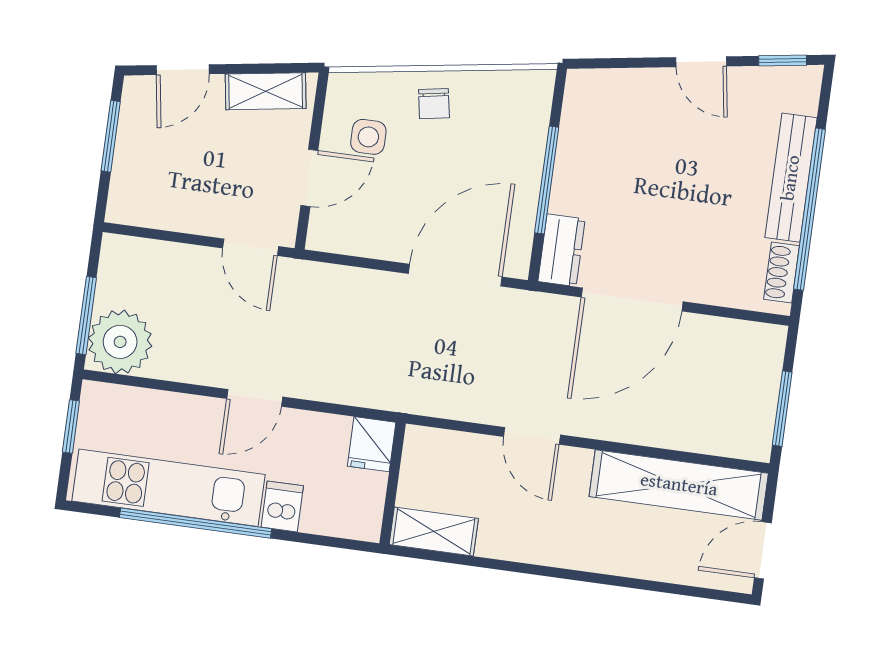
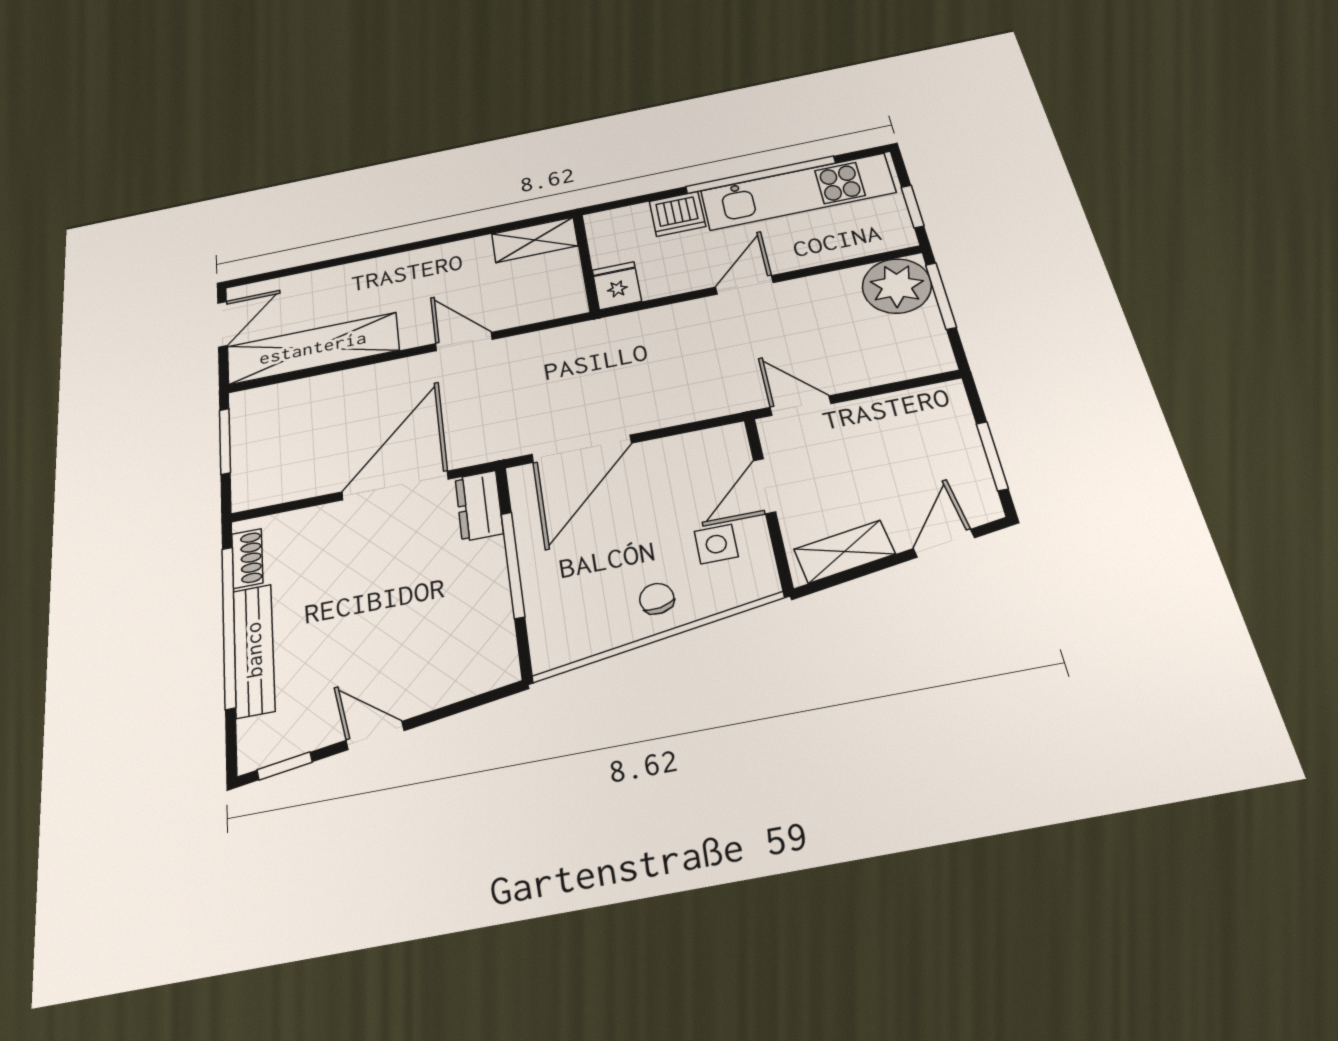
dishwasher: (282, 506) -> (677, 214), width x1.38

